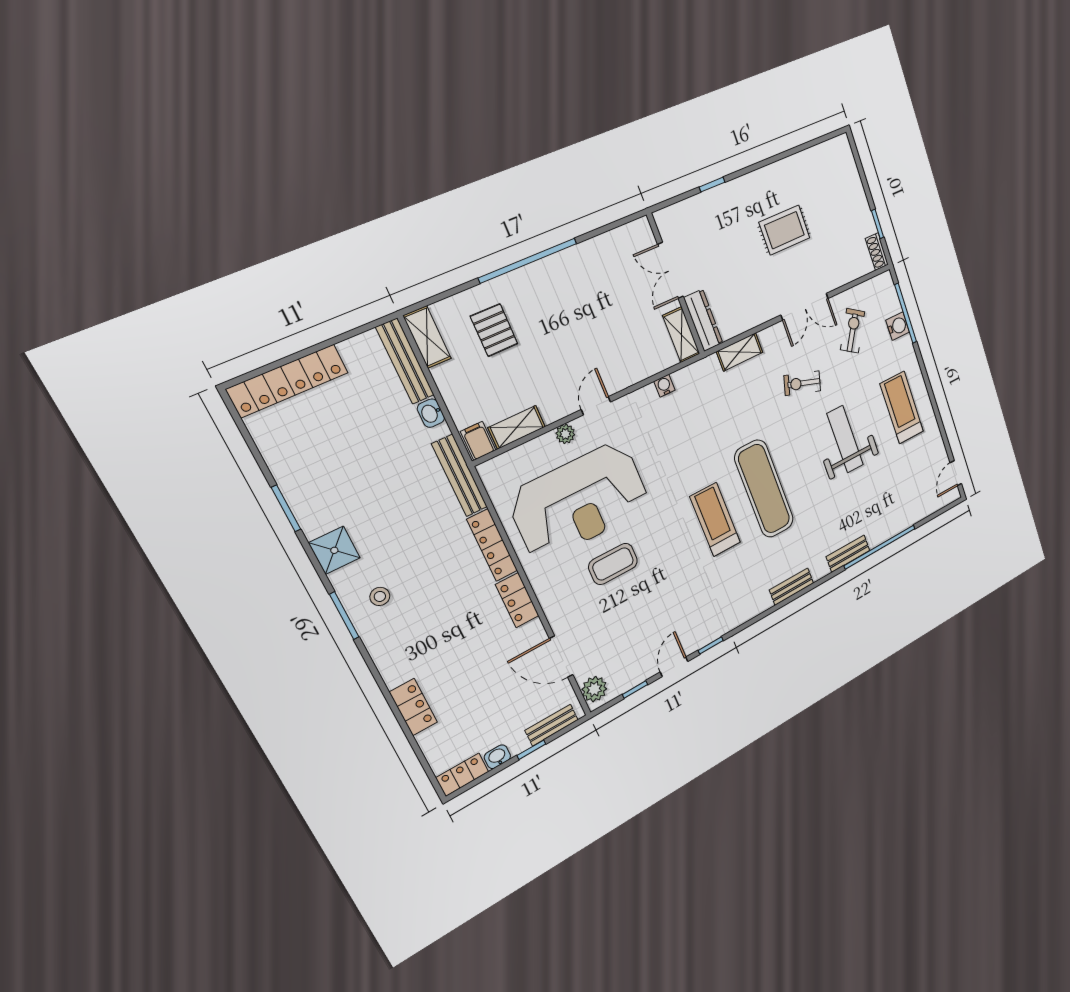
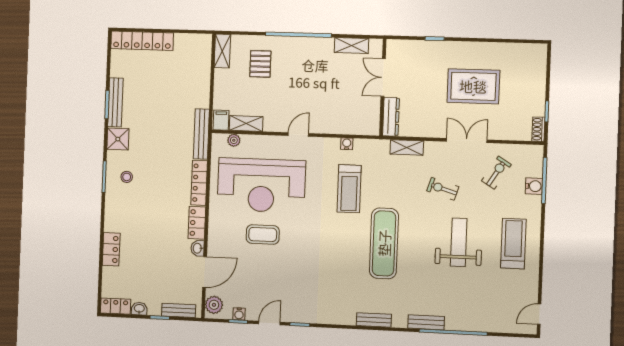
rug: (784, 230) -> (473, 86), width x1.36, depth x1.43
double door: (805, 307) -> (467, 141), swing flipped
shelving: (681, 335) -> (352, 45), moved, turned 90
bench: (405, 361) -> (115, 102), moved
washbasin: (431, 413) -> (198, 248), moved
plant: (565, 434) -> (234, 140), moved
treadmill: (715, 520) -> (349, 189), moved, turned 180
door: (561, 657) -> (205, 272), swing flipped
water cooler: (632, 680) -> (239, 314), added

